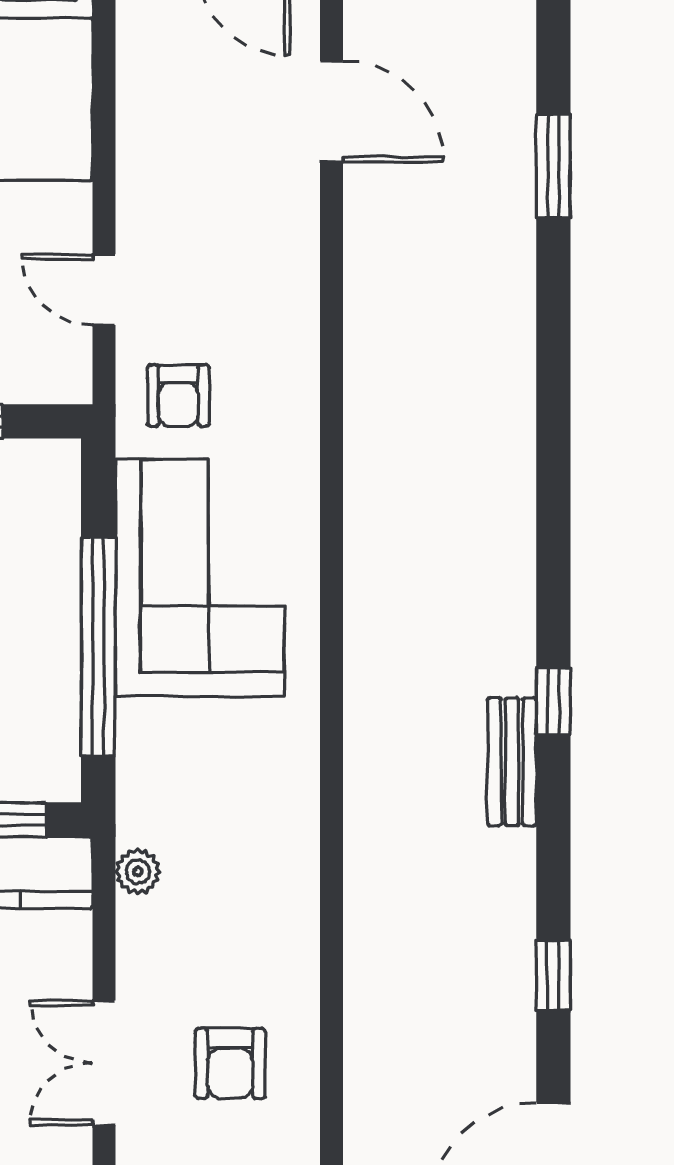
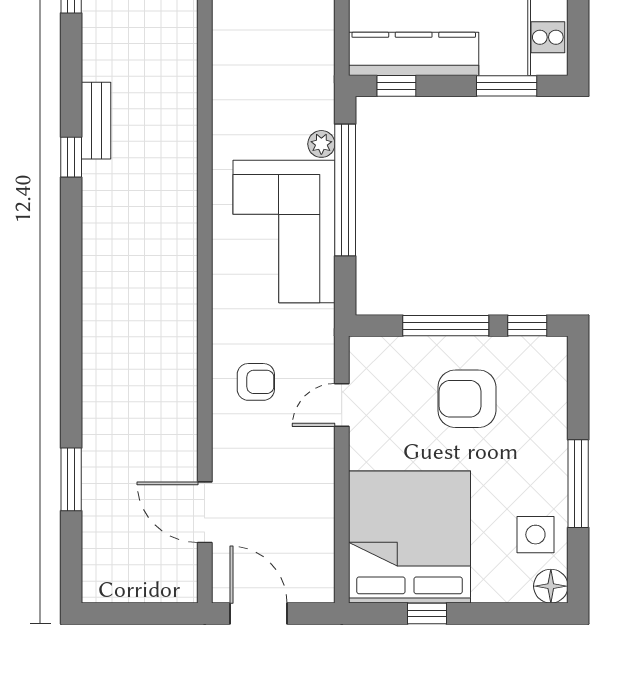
door: (104, 290) -> (342, 405), swing flipped
armchair: (178, 396) -> (256, 382), moved, turned 90
plant: (138, 872) -> (321, 144), moved

